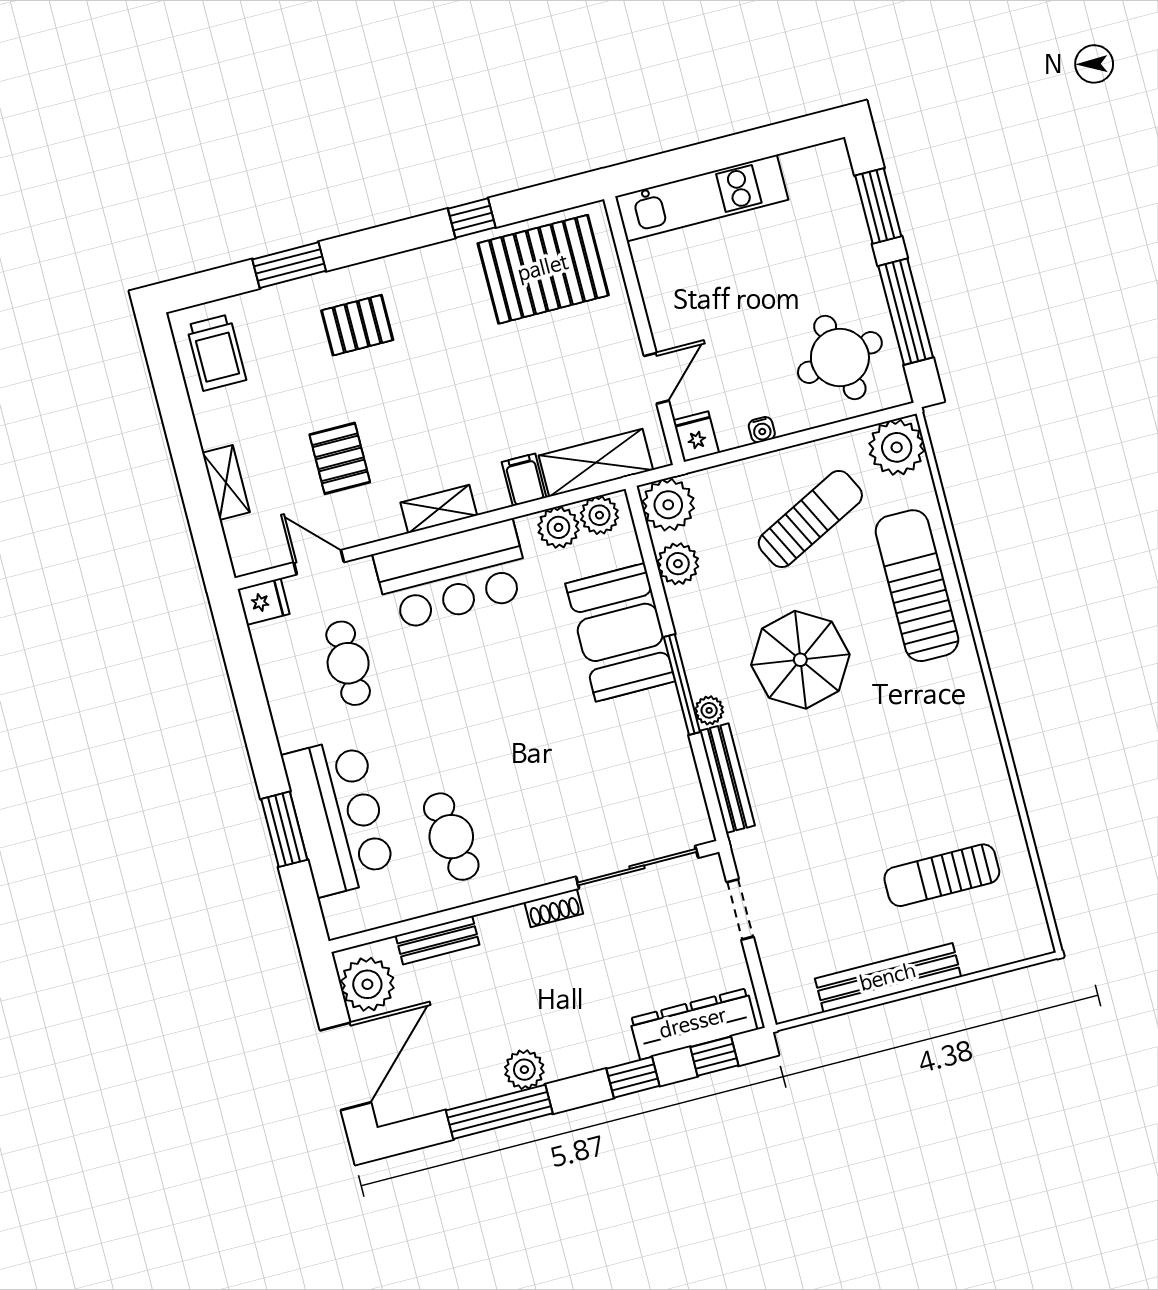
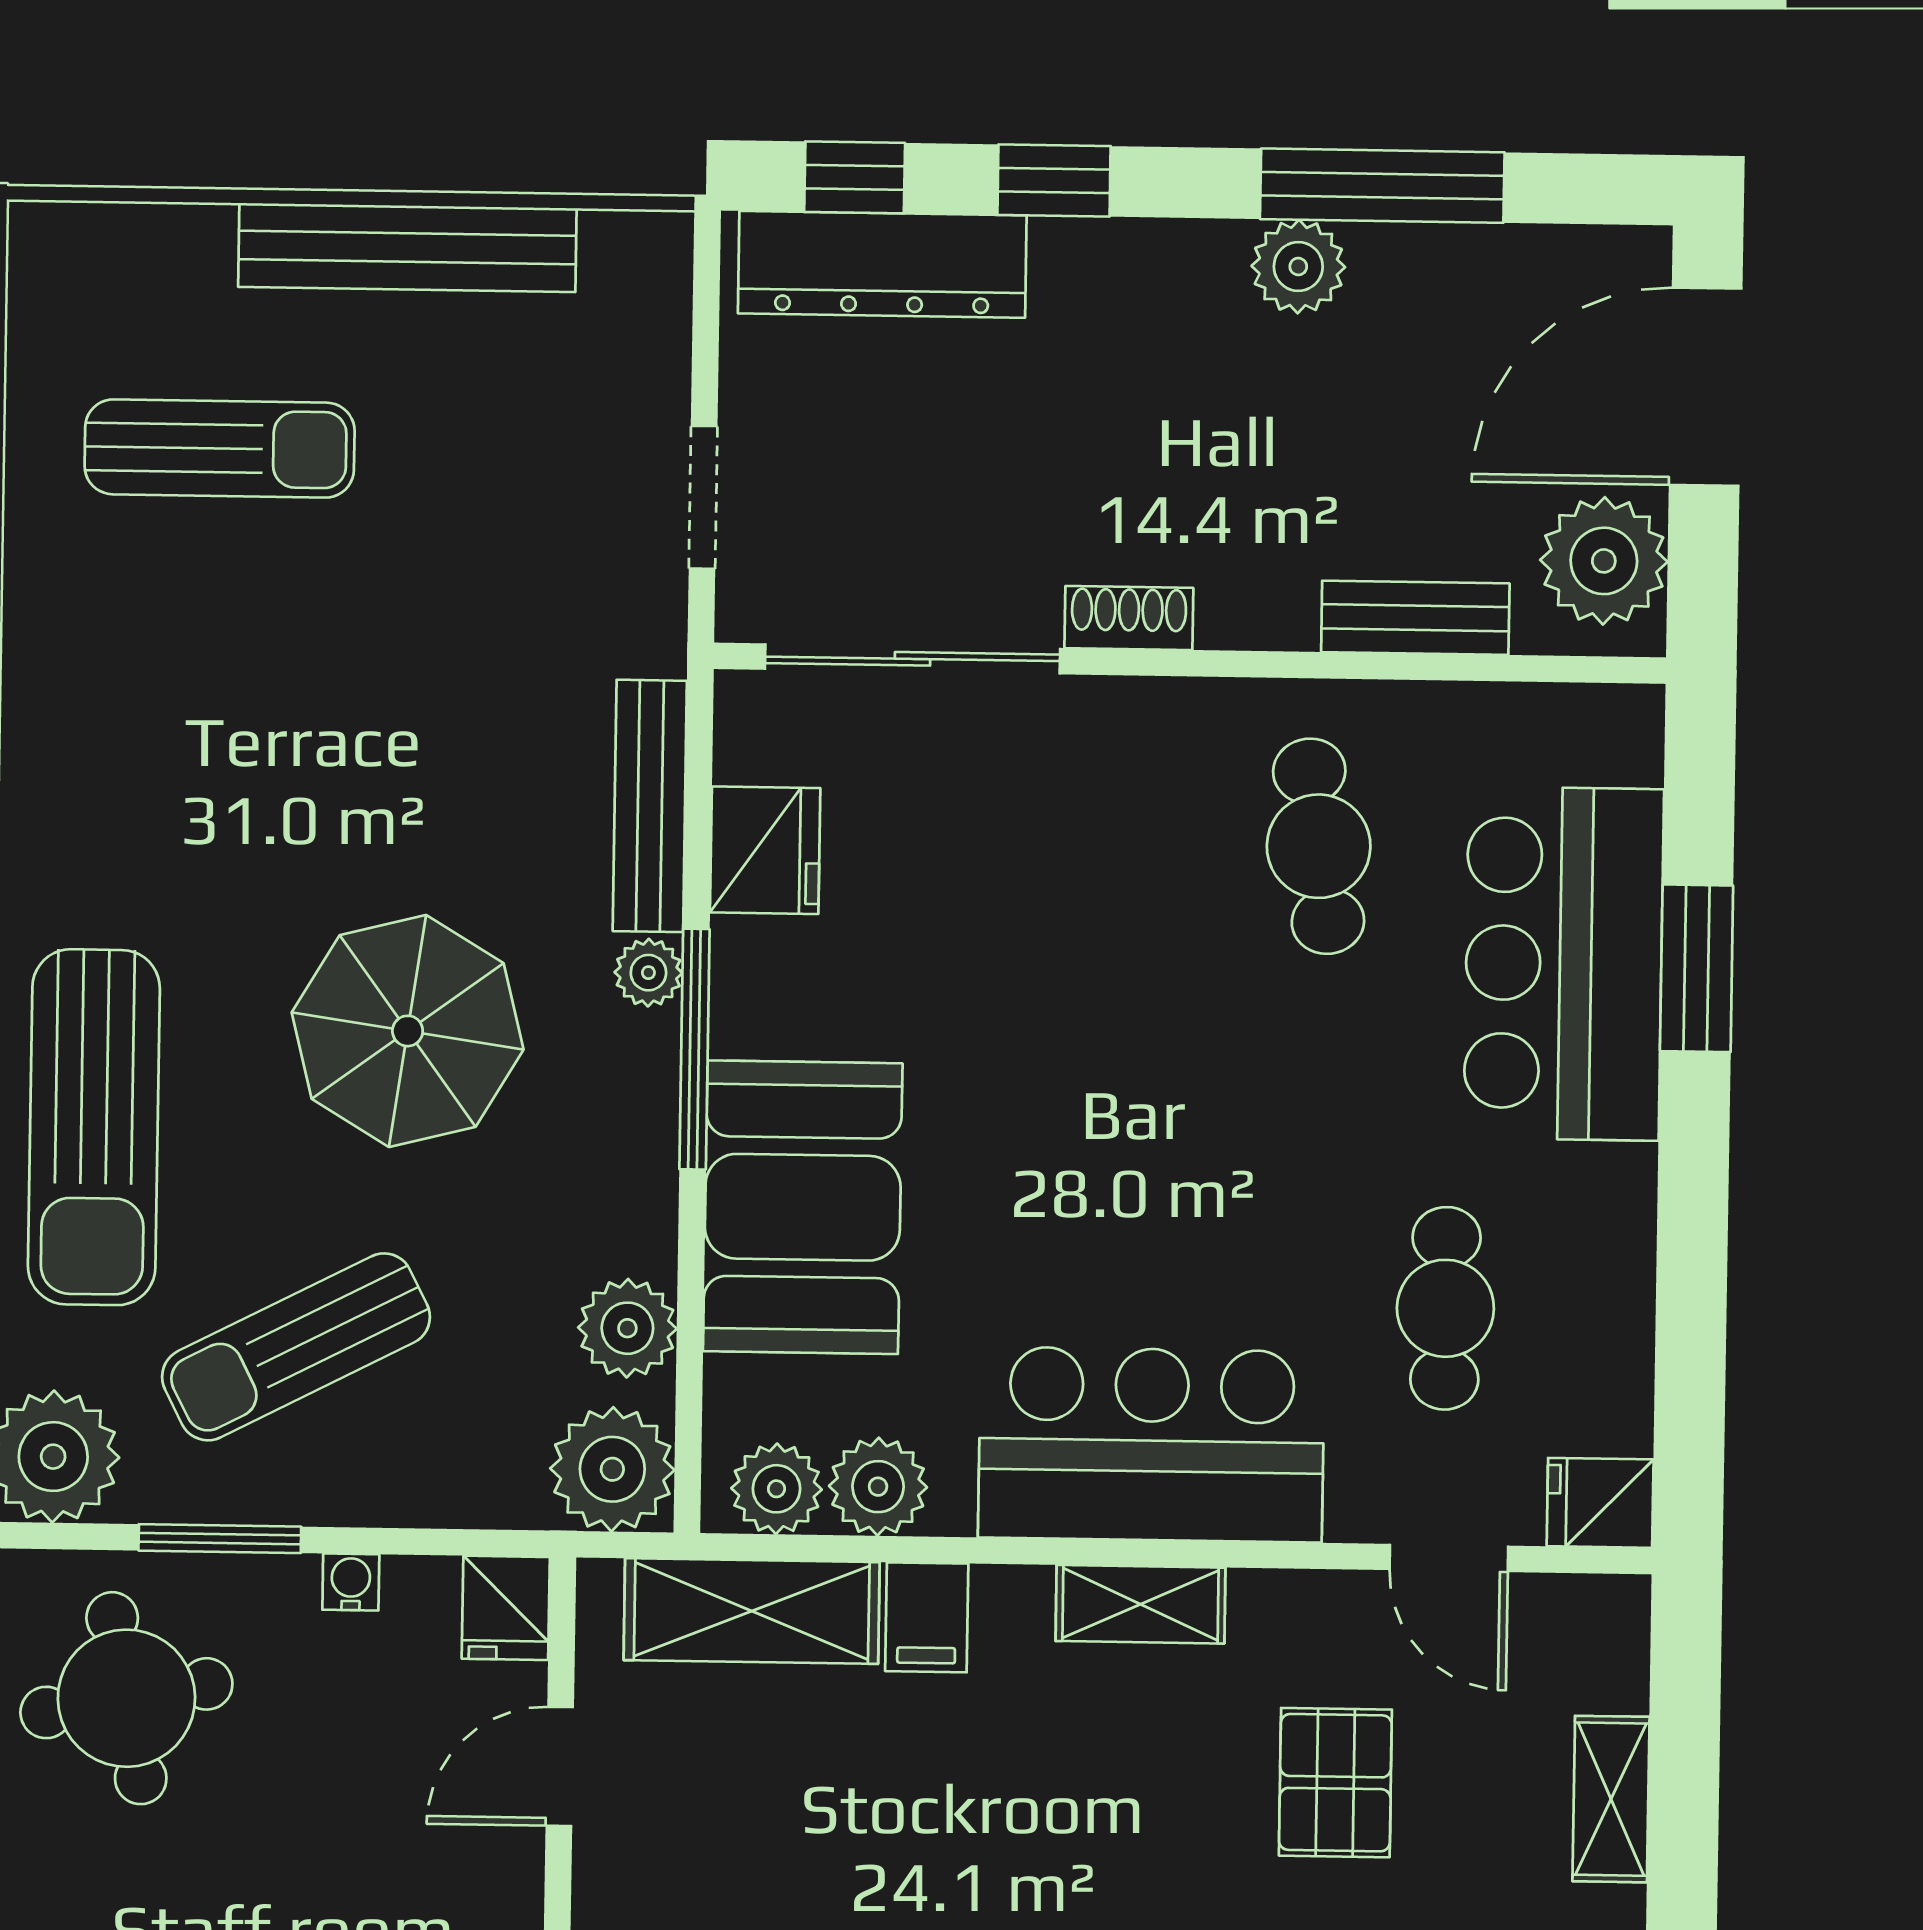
window: (820, 433) -> (220, 1539), added
fridge: (675, 773) -> (765, 850), added

